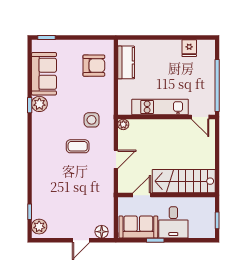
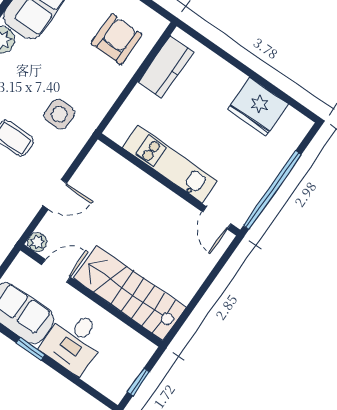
fridge: (189, 48) -> (258, 107), width x1.88, depth x1.34
armchair: (94, 66) -> (117, 39), turned -90
plant: (123, 124) -> (37, 242), moved

